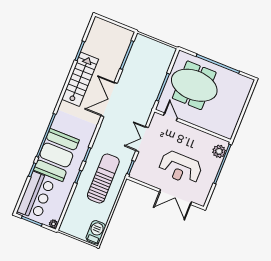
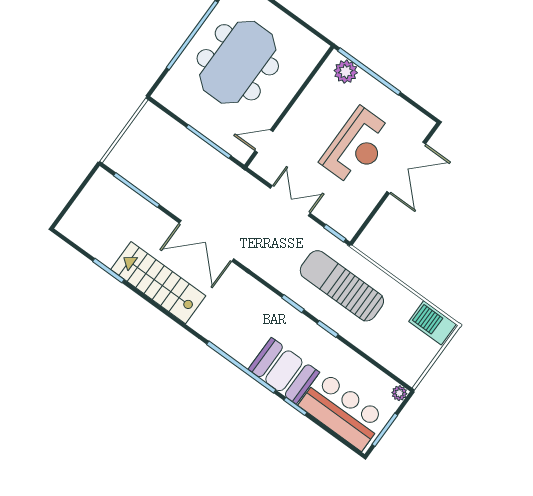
meeting table: (194, 85) -> (238, 62), moved
double door: (142, 139) -> (290, 201), swing flipped
booth: (56, 155) -> (284, 371), width x0.73, depth x0.70

